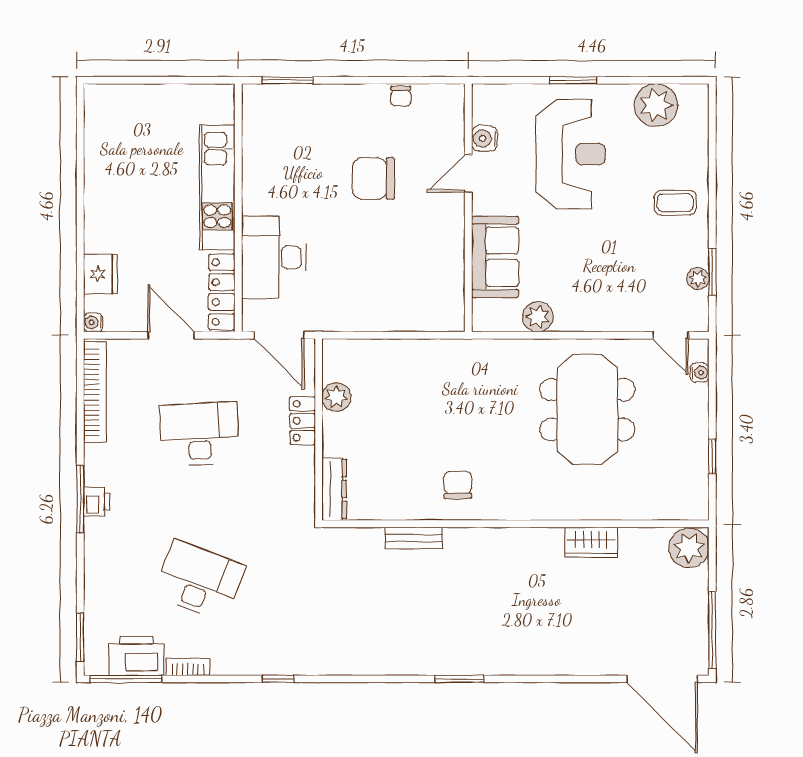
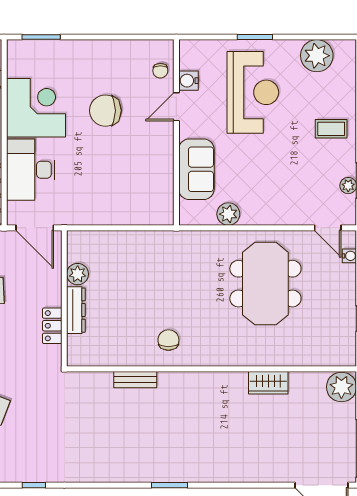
chair: (401, 96) -> (160, 71), moved
corner desk: (281, 175) -> (36, 108), added
locker: (302, 421) -> (52, 326), moved
dresser: (334, 489) -> (76, 310), moved

